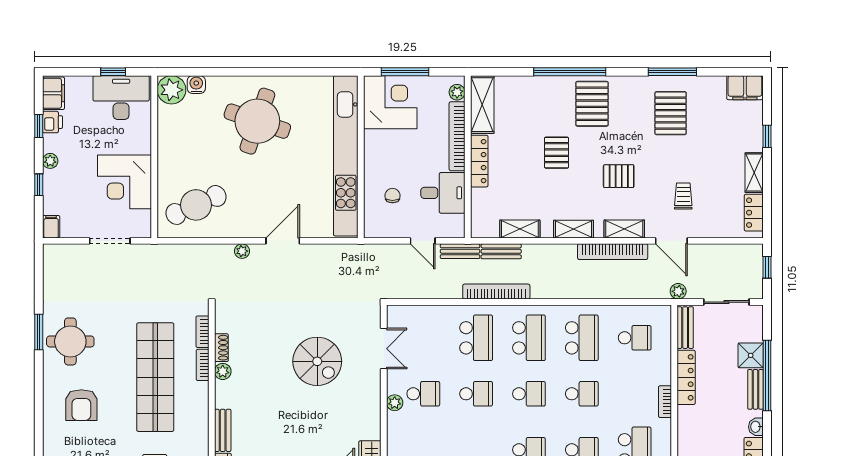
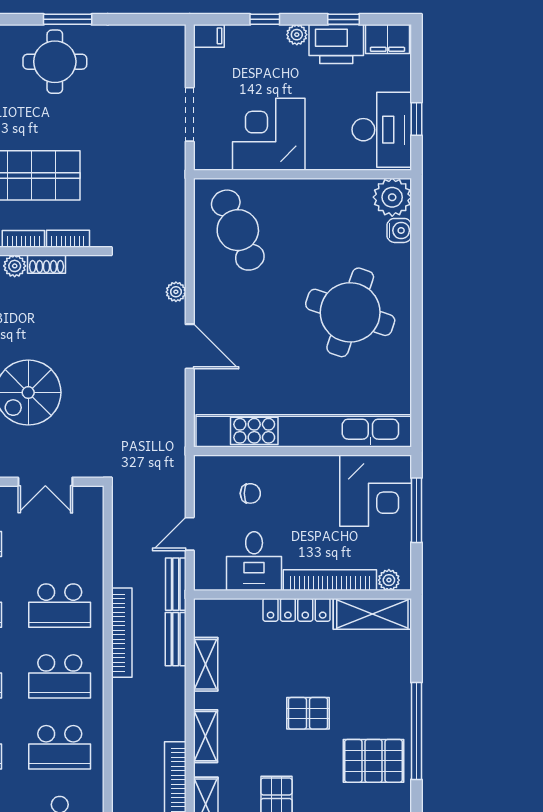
printer: (52, 122) -> (336, 44), width x1.87, depth x1.48

